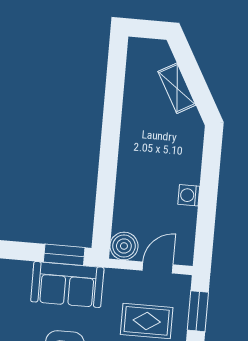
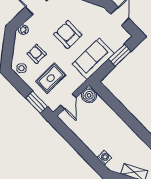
washing machine: (189, 195) -> (104, 158), moved
window: (64, 255) -> (120, 55), moved

